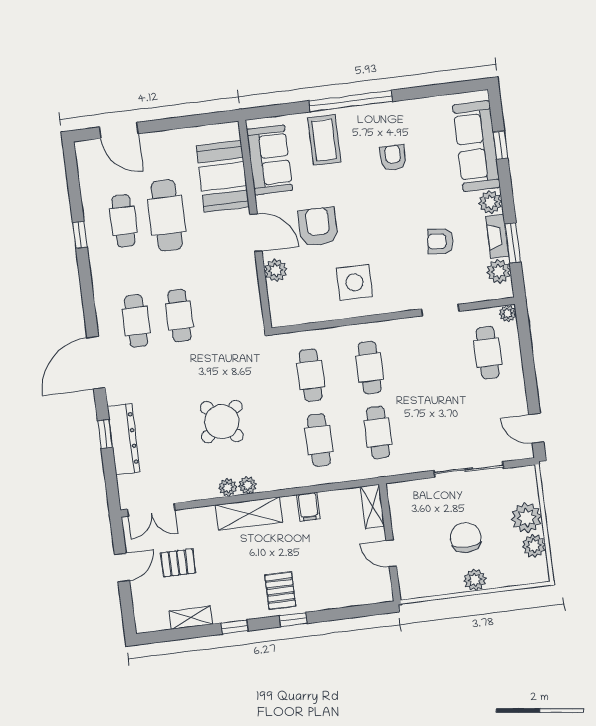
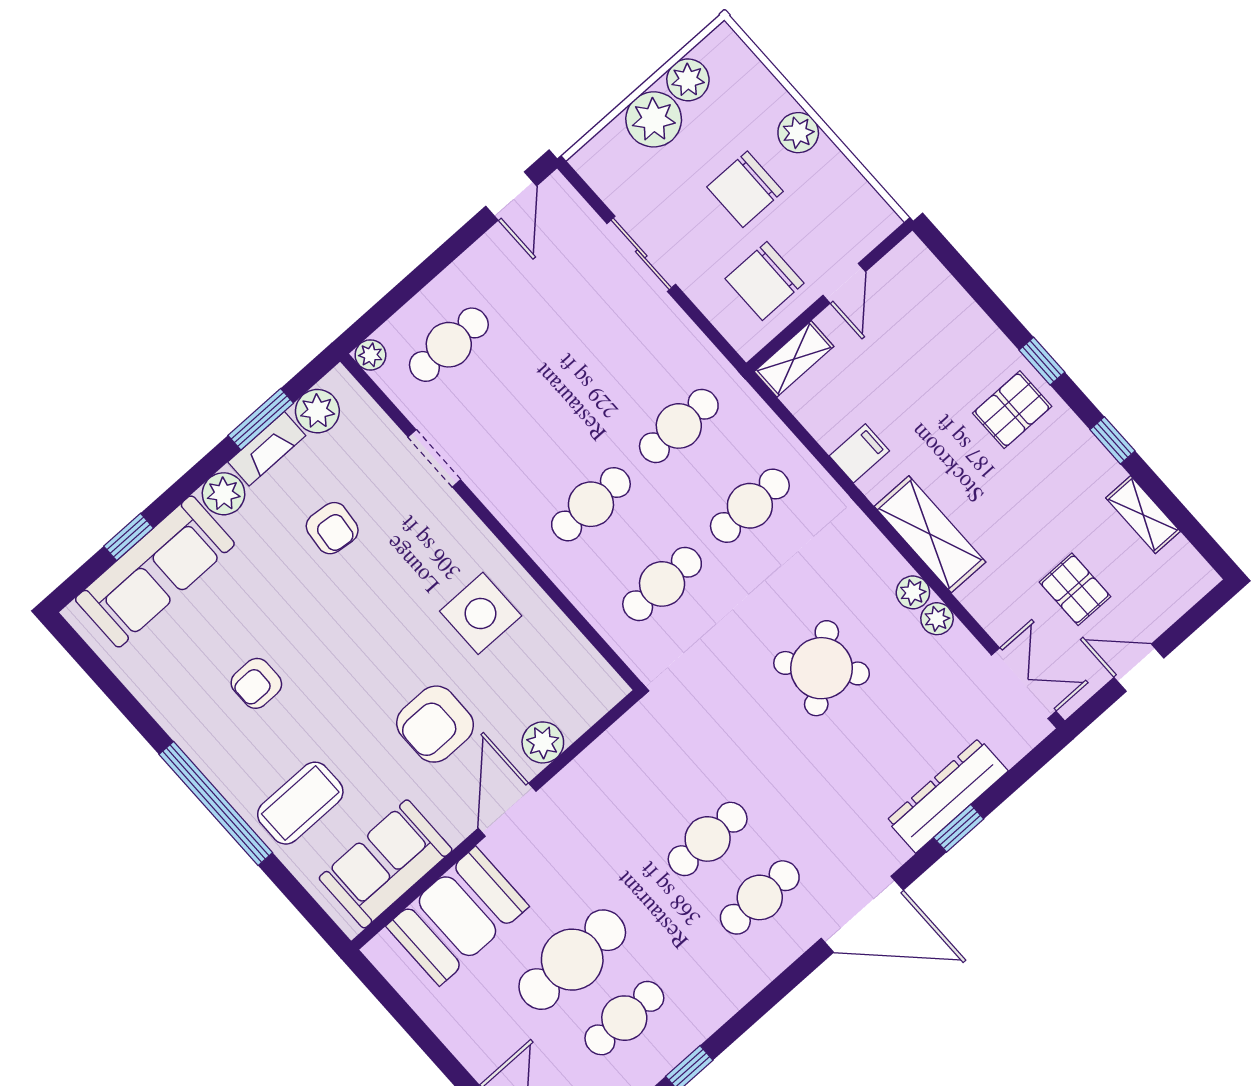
sliding door: (469, 470) -> (641, 254), width x0.73
plant: (247, 485) -> (937, 619), moved
chair: (417, 518) -> (765, 281), added

